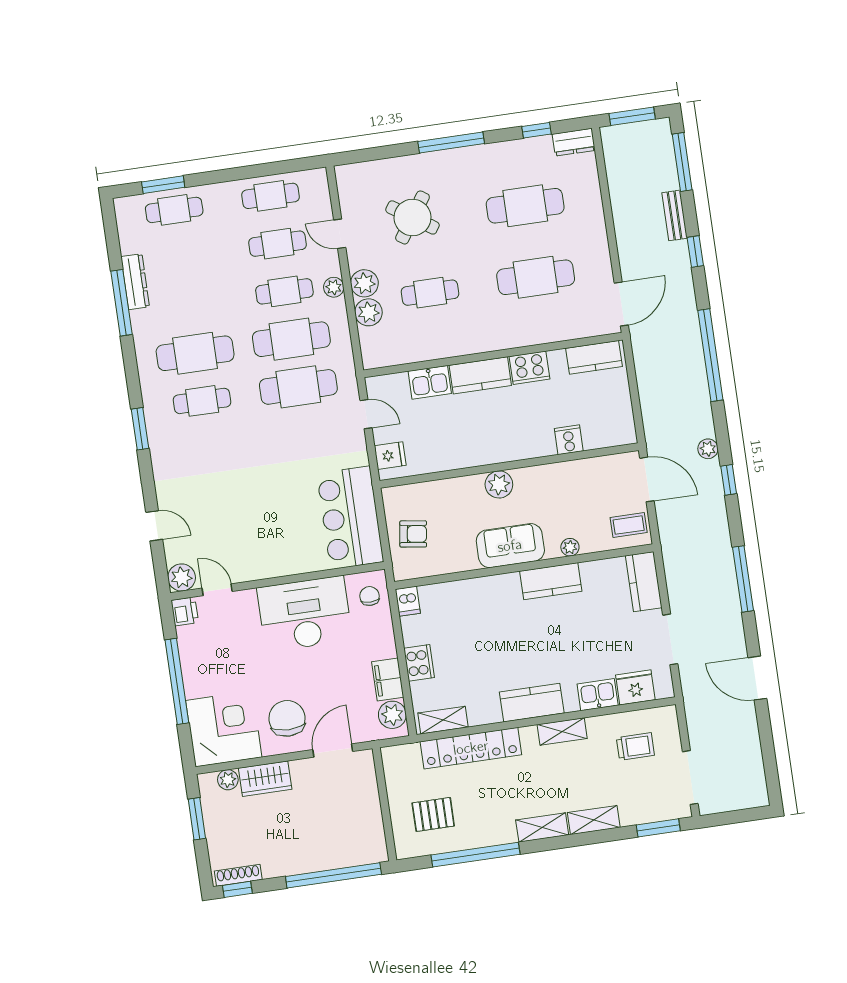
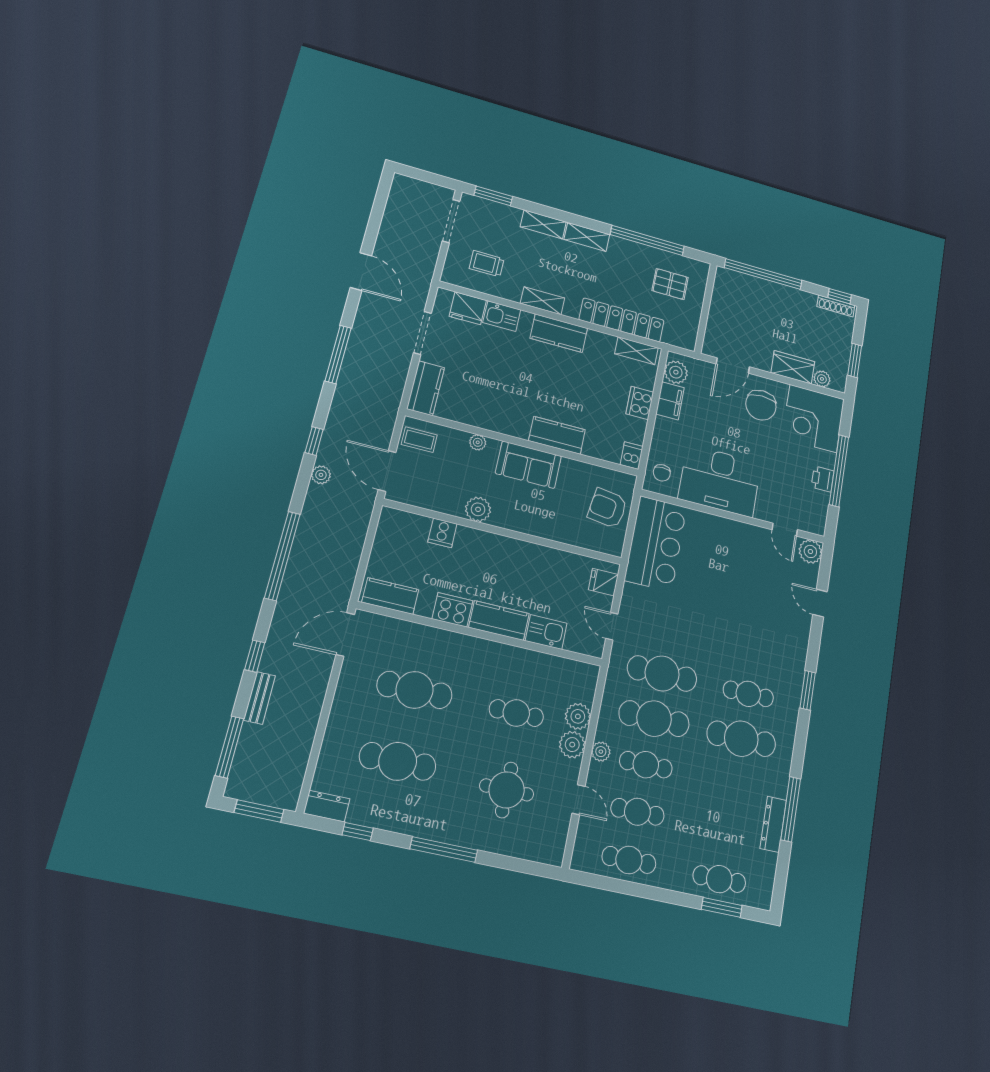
round table: (412, 217) -> (507, 790), turned -34
plant: (499, 484) -> (478, 509), moved
armchair: (413, 534) -> (607, 508), width x1.38, depth x1.38
kitchen counter: (551, 581) -> (557, 435), moved
printer: (185, 611) -> (823, 479), moved

